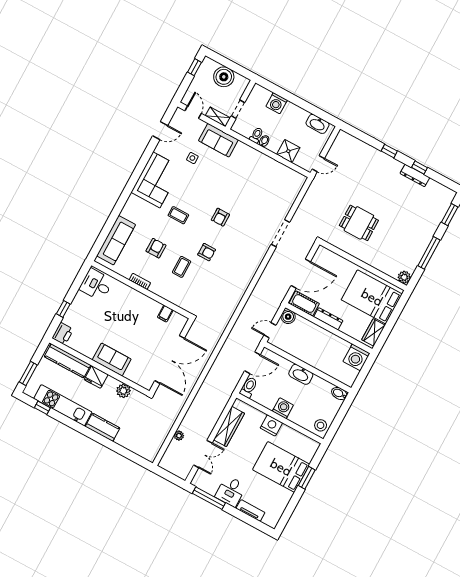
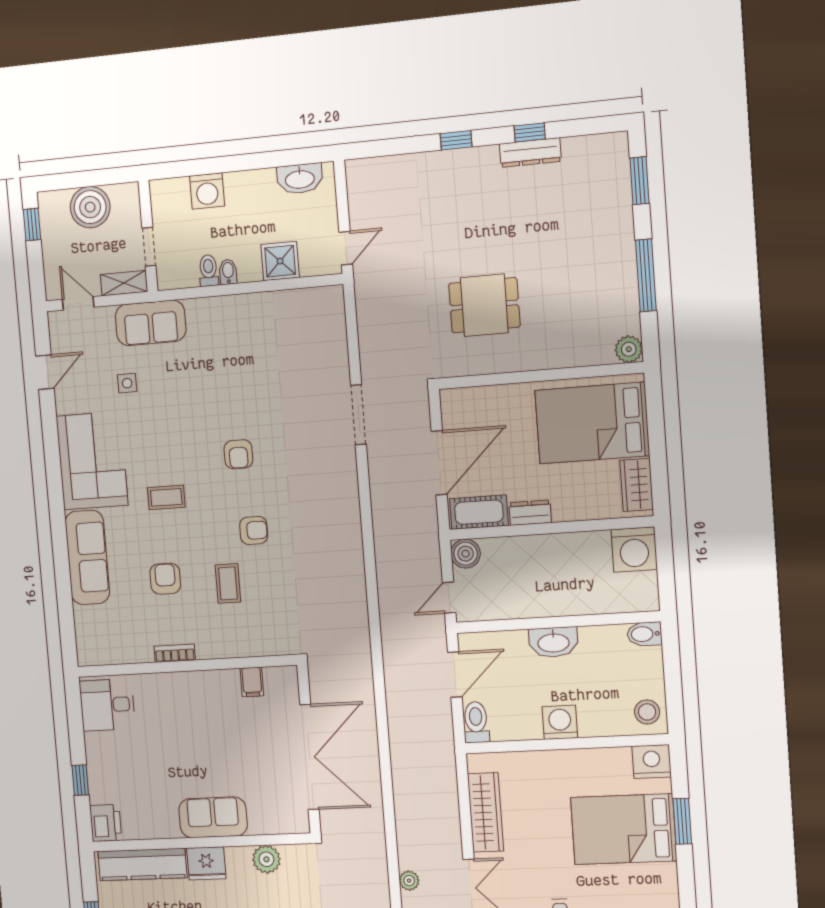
sofa: (116, 240) -> (87, 557), moved
dresser: (328, 319) -> (530, 513), width x0.70
nightstand: (271, 425) -> (652, 761), moved

